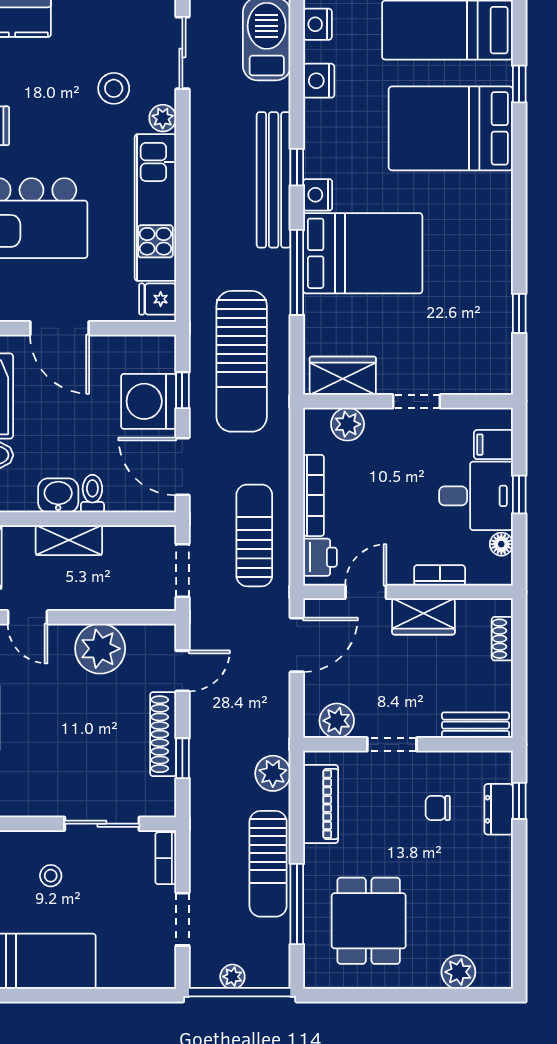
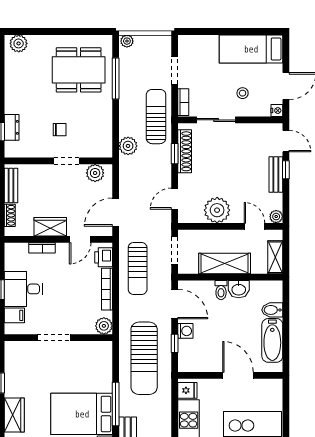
sun lounger: (242, 361) -> (144, 358), turned 180
wardrobe: (343, 376) -> (14, 415), moved, turned -90
washing machine: (149, 401) -> (185, 331), width x0.53, depth x0.53
doorway: (417, 401) -> (54, 338), width x1.38
plant: (348, 424) -> (104, 326), moved
shelving: (69, 540) -> (225, 264), width x1.50, depth x1.33
floor lamp: (501, 544) -> (10, 264), removed
bench: (476, 725) -> (11, 185), moved, turned 90
shoe rack: (163, 734) -> (185, 151), moved
piano: (321, 804) -> (103, 130), removed
chair: (438, 808) -> (60, 130), moved
sun lounger: (268, 864) -> (156, 117), moved
dining table: (369, 921) -> (79, 70), width x1.38
plant: (458, 972) -> (19, 43), moved
plant: (232, 977) -> (127, 41), moved

